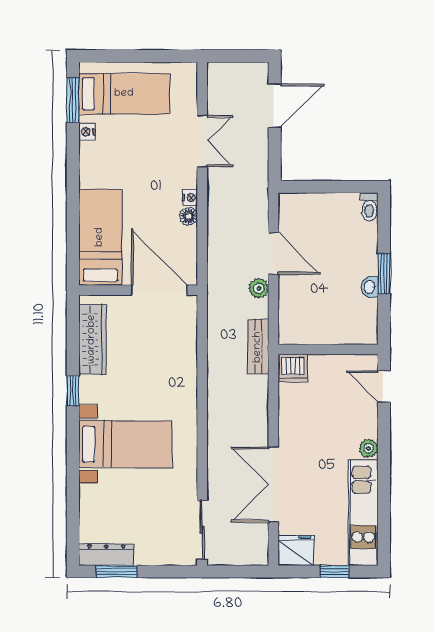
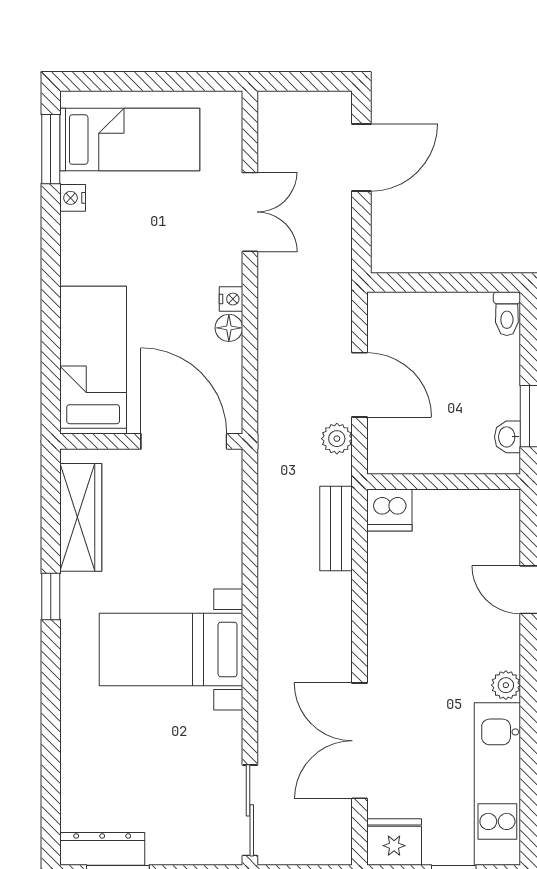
wall: (328, 349) -> (444, 482), moved
dishwasher: (293, 368) -> (389, 510), moved
bed with nightstands: (125, 444) -> (171, 649), moved, turned 180

